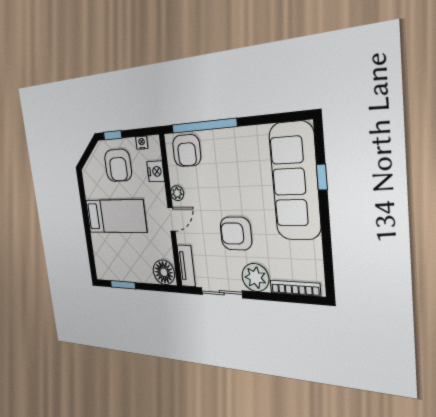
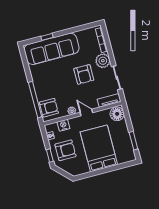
bed: (116, 216) -> (99, 148), width x1.50

